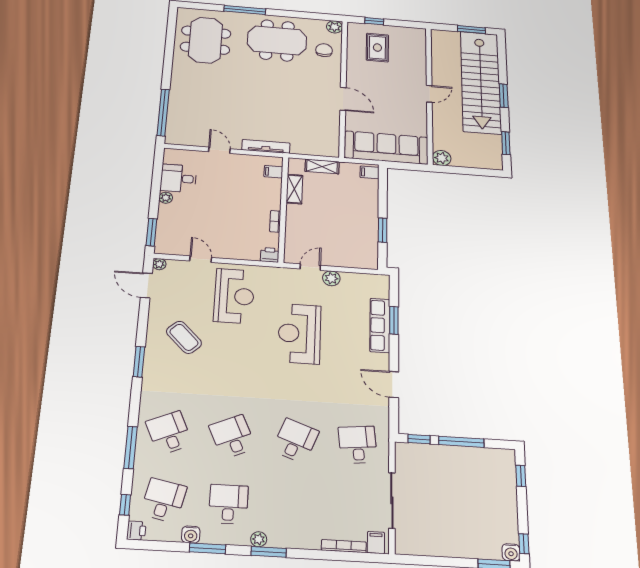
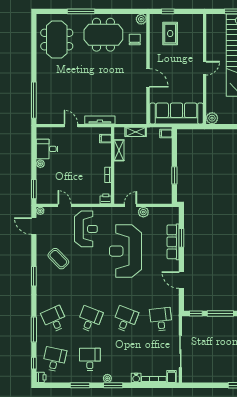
reception desk: (299, 334) -> (125, 251), width x1.36, depth x1.30
desk: (232, 437) -> (90, 319), turned 45
water cooler: (191, 535) -> (136, 378), moved

